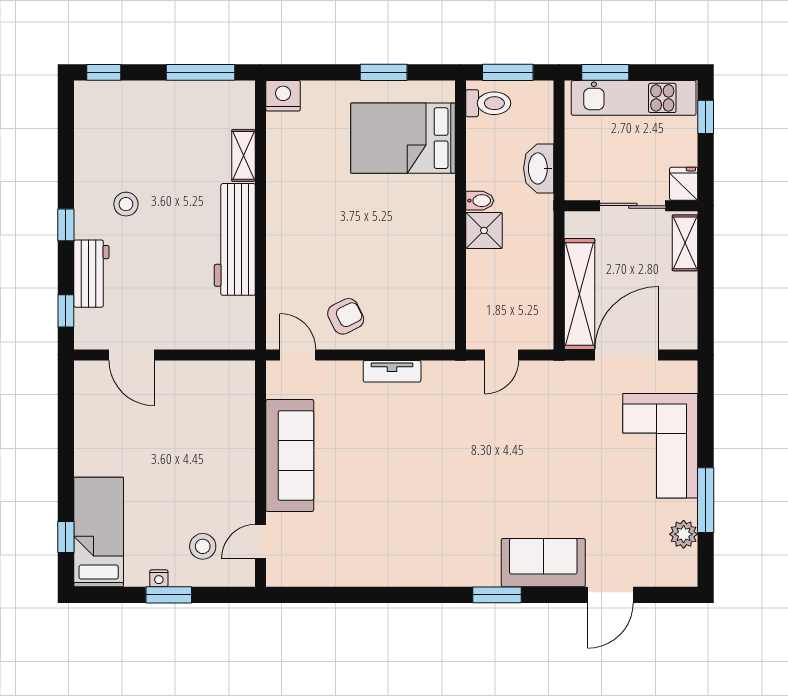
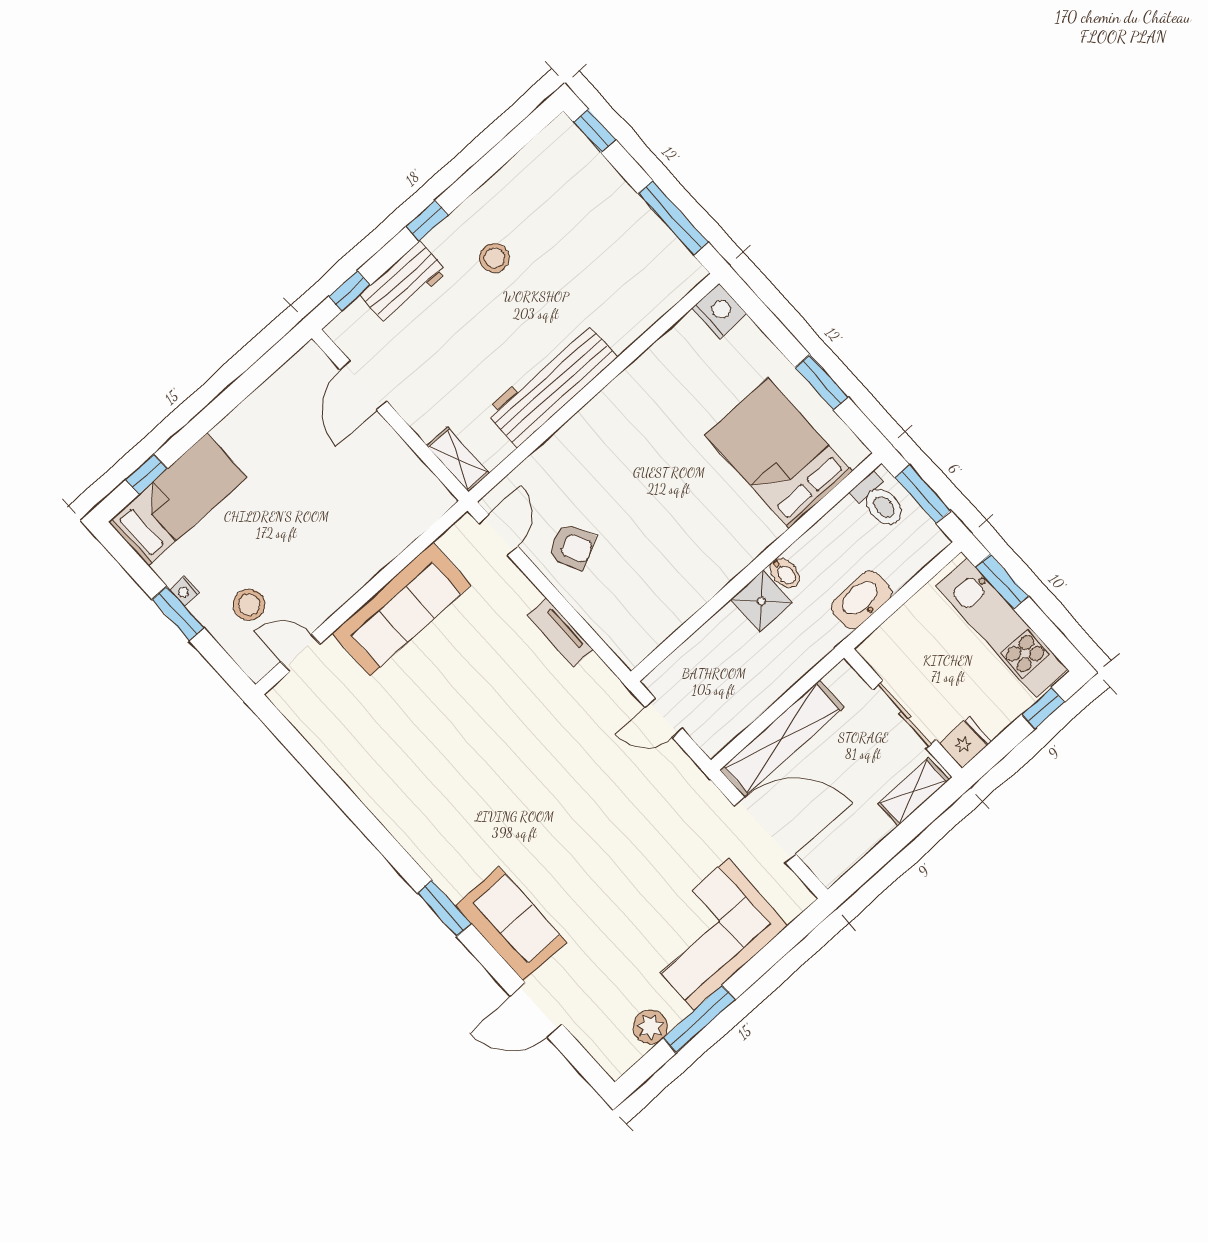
shelving: (244, 155) -> (458, 460), moved, turned 90

